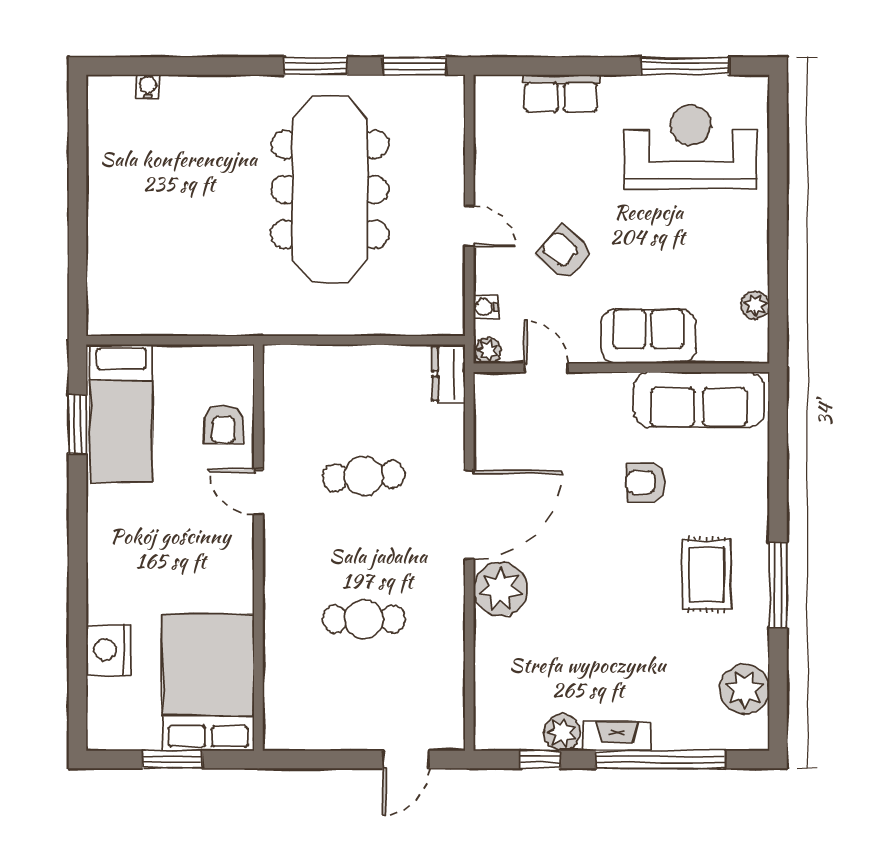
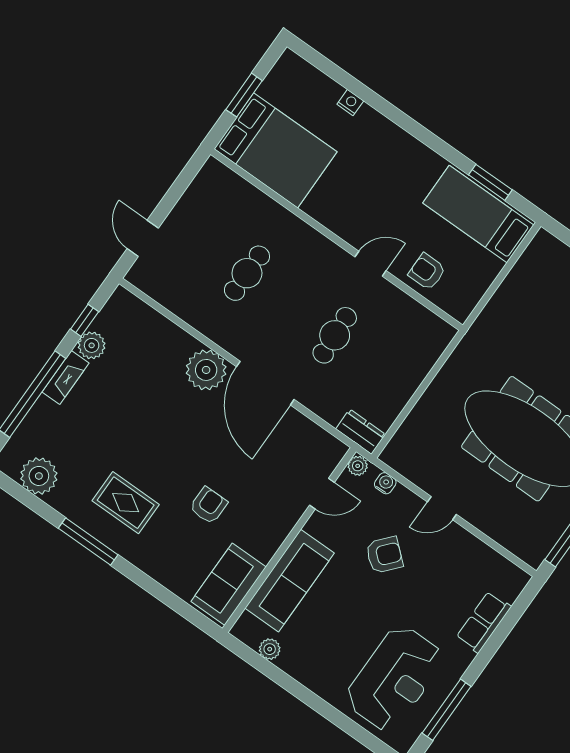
sofa: (648, 336) -> (290, 581), width x1.36
sofa: (699, 400) -> (229, 584), width x0.73
nightstand: (109, 650) -> (350, 103), width x0.53, depth x0.56

